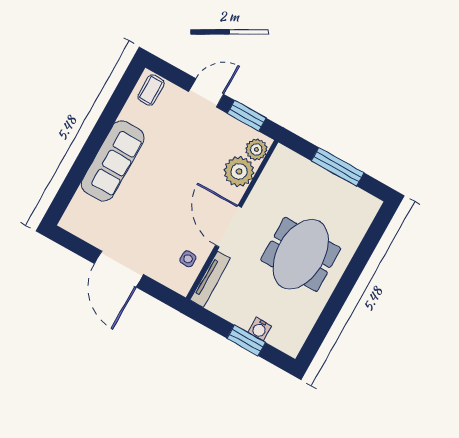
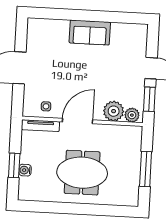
coffee table: (151, 90) -> (136, 34), removed
sofa: (113, 161) -> (90, 32), width x0.73

